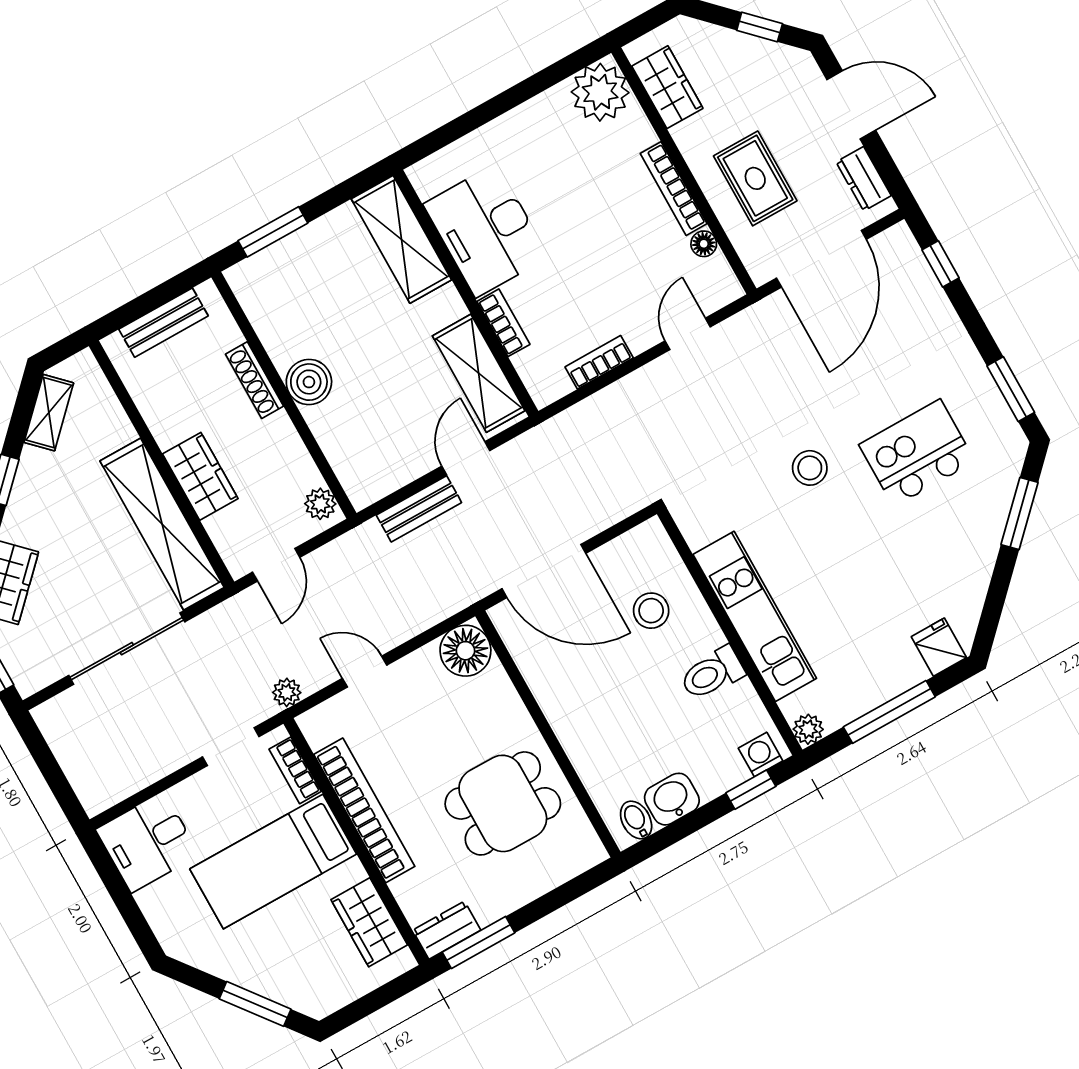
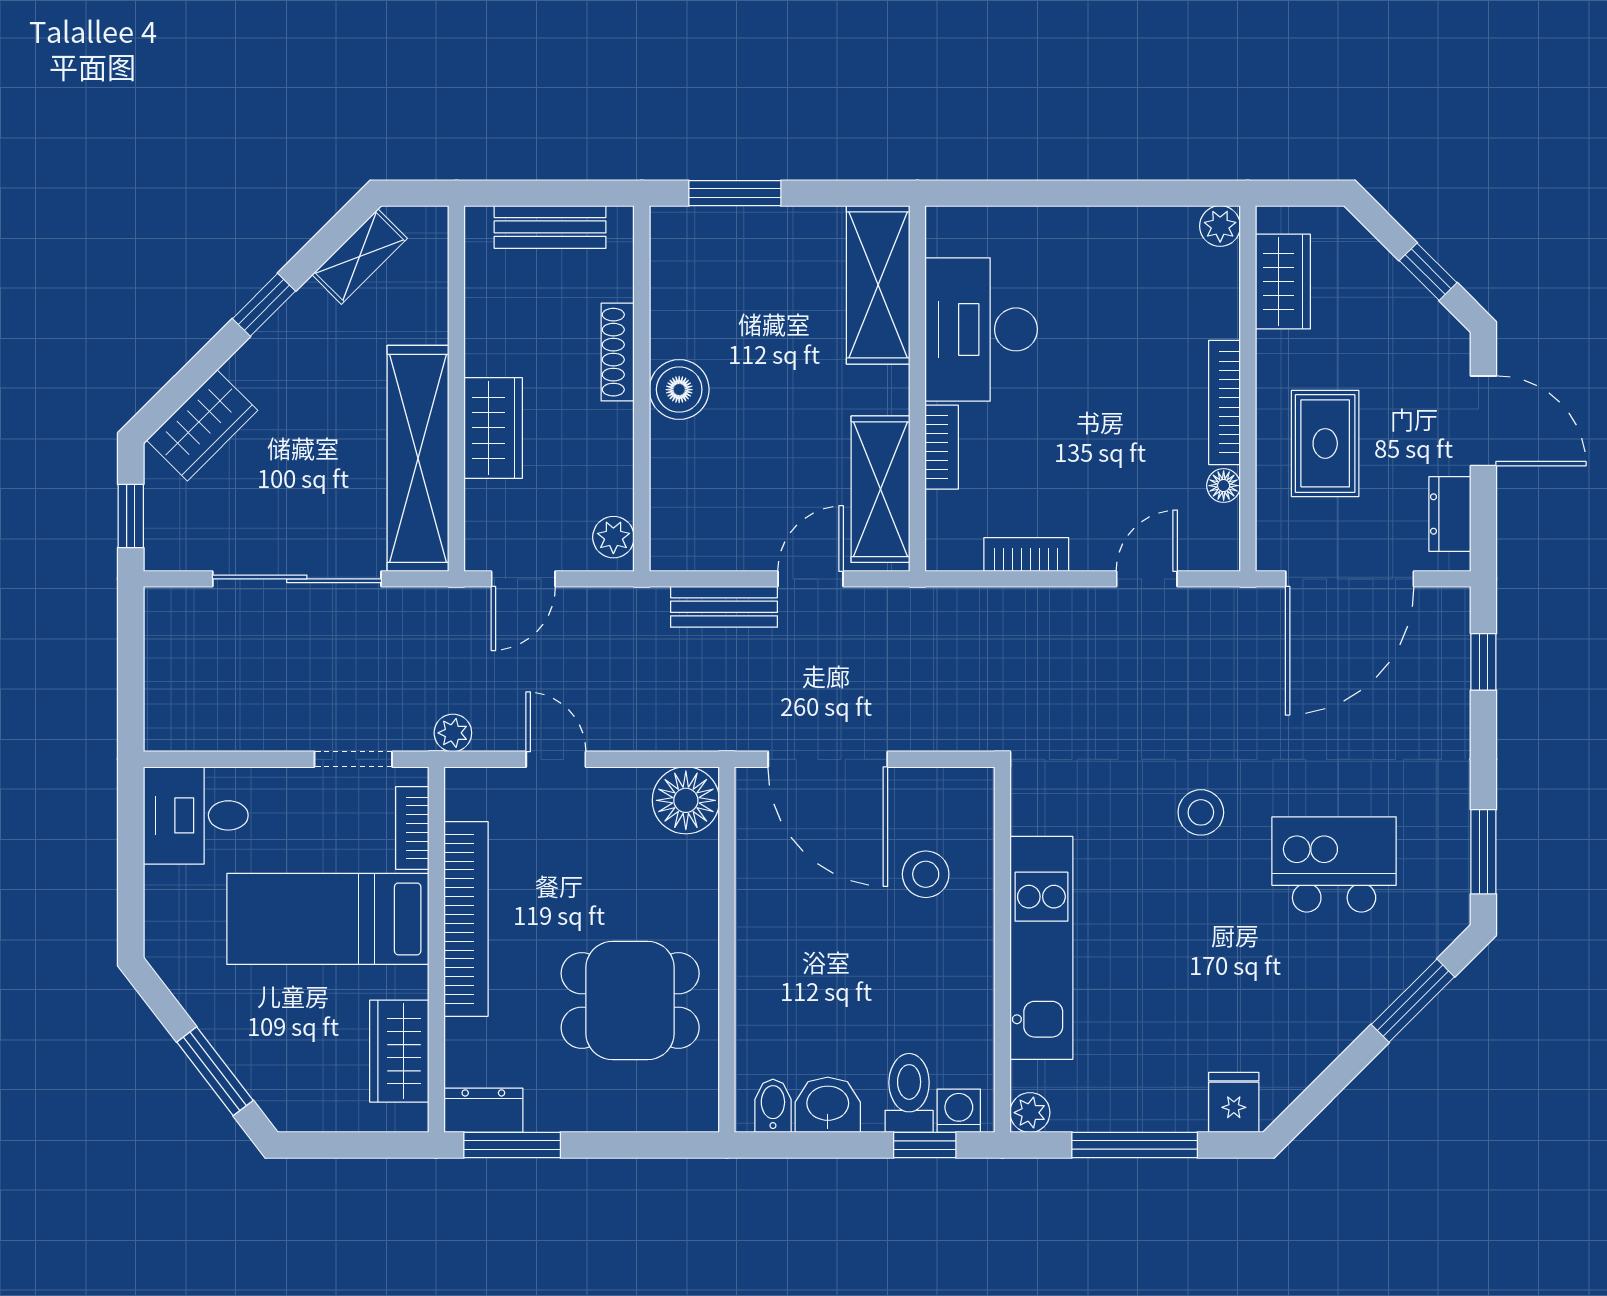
plant: (600, 92) -> (1220, 226), width x0.53, depth x0.53
toilet: (712, 673) -> (909, 1093), moved, turned 90

